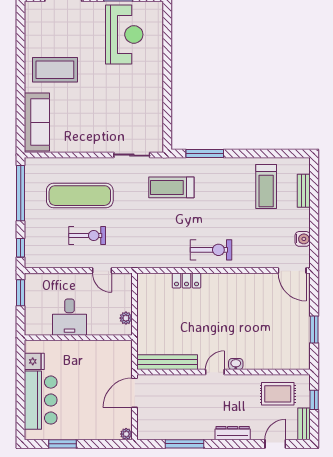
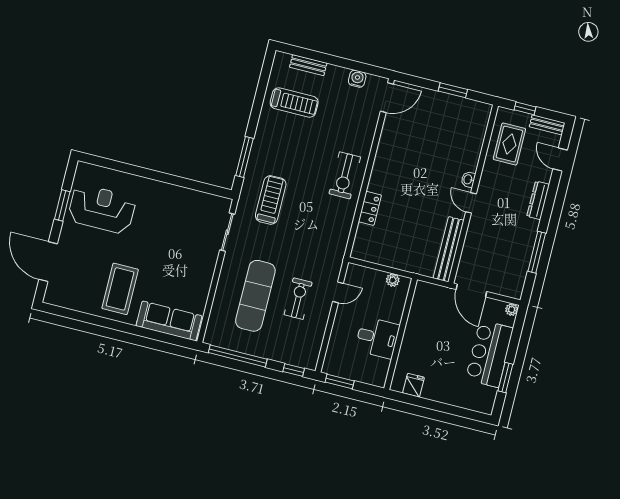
treadmill: (171, 187) -> (271, 200), turned 180
exercise bike: (211, 250) -> (345, 175), turned 180
bar counter: (41, 400) -> (489, 354), moved, turned -90

